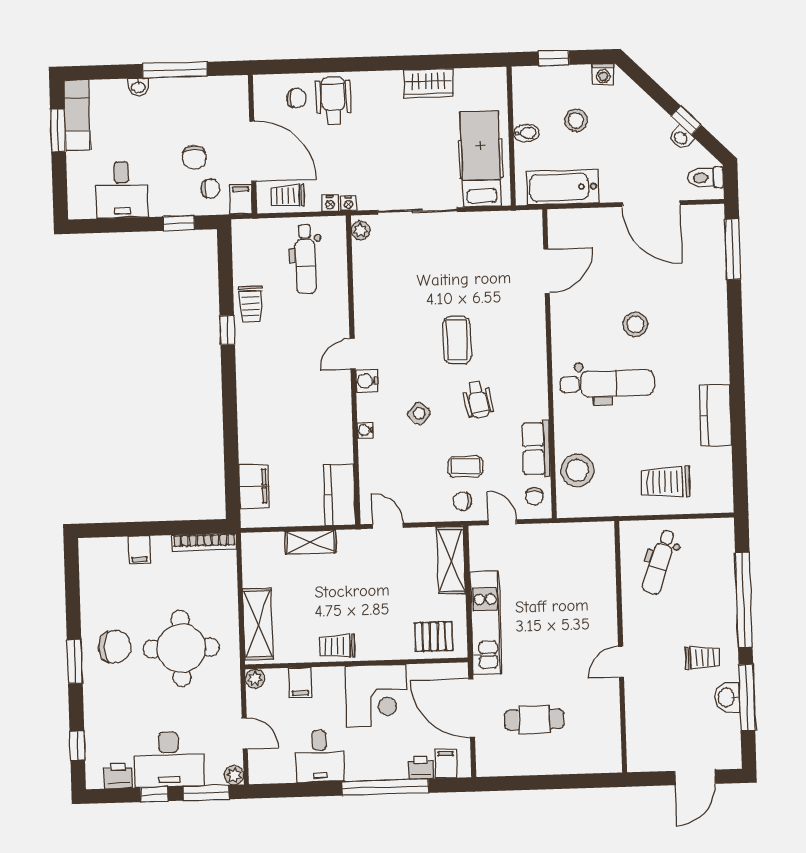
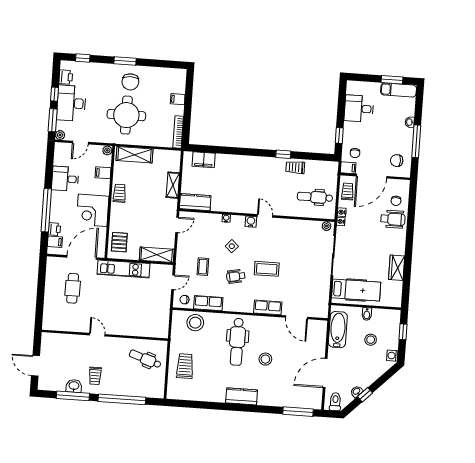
chair: (194, 157) -> (397, 161), moved
row of seats: (533, 330) -> (268, 307), added
kitchen counter: (716, 415) -> (242, 396), moved
chair: (463, 501) -> (186, 263), removed

